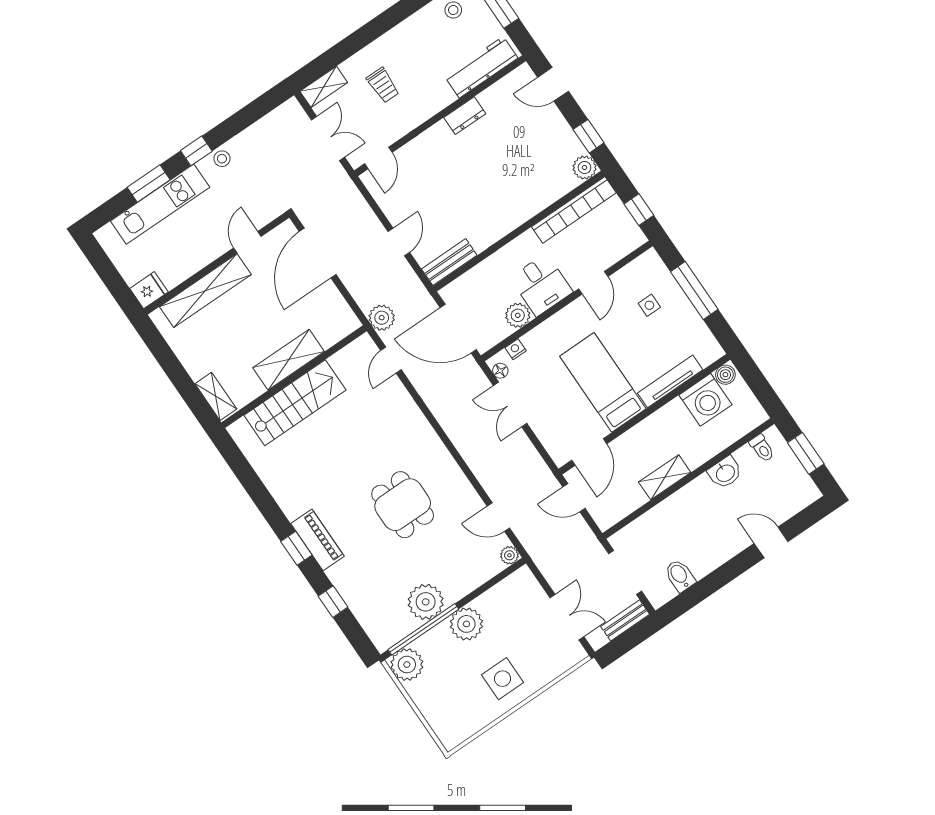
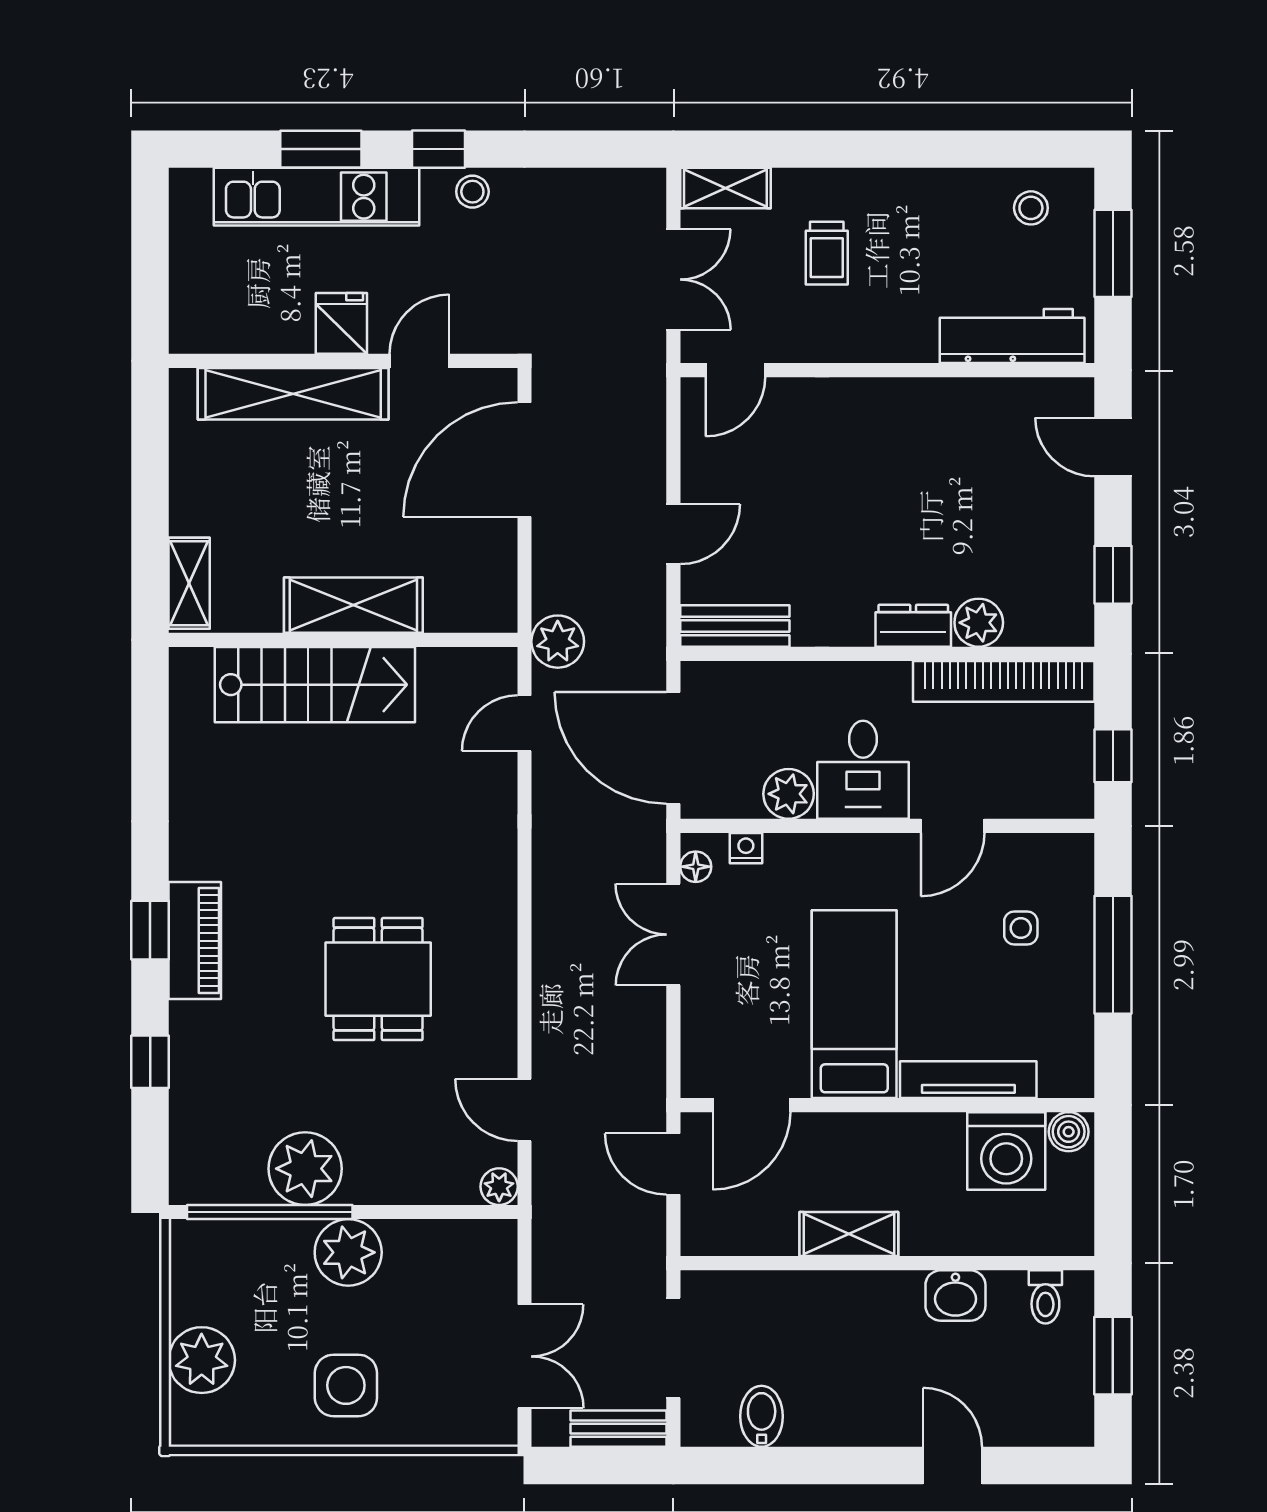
dresser: (465, 116) -> (913, 626), moved, turned 180
plant: (585, 168) -> (979, 623), moved
fridge: (149, 290) -> (341, 323), moved, turned -90
plant: (407, 665) -> (202, 1360), moved

